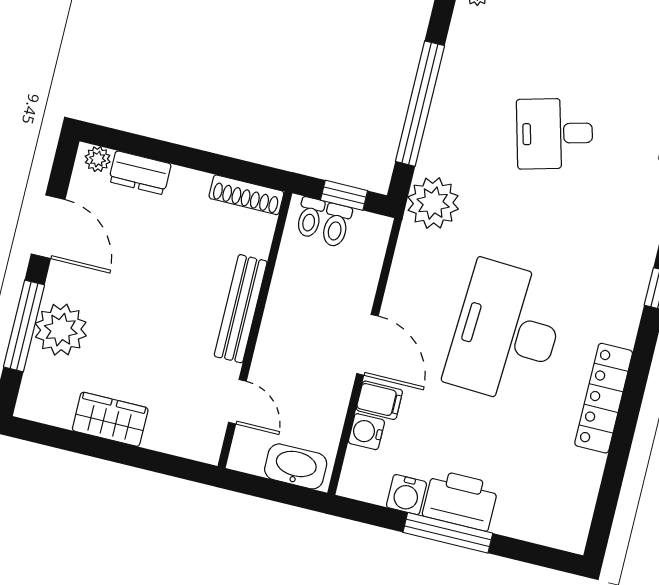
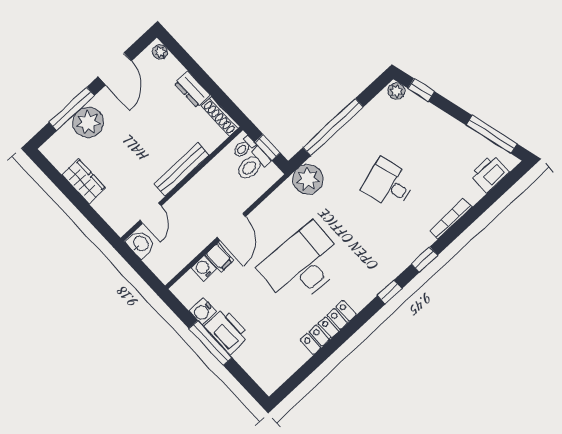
dresser: (140, 173) -> (192, 89), moved
toilet: (336, 225) -> (253, 164), width x1.37, depth x1.39
washbasin: (296, 466) -> (141, 244), moved, width x0.72

